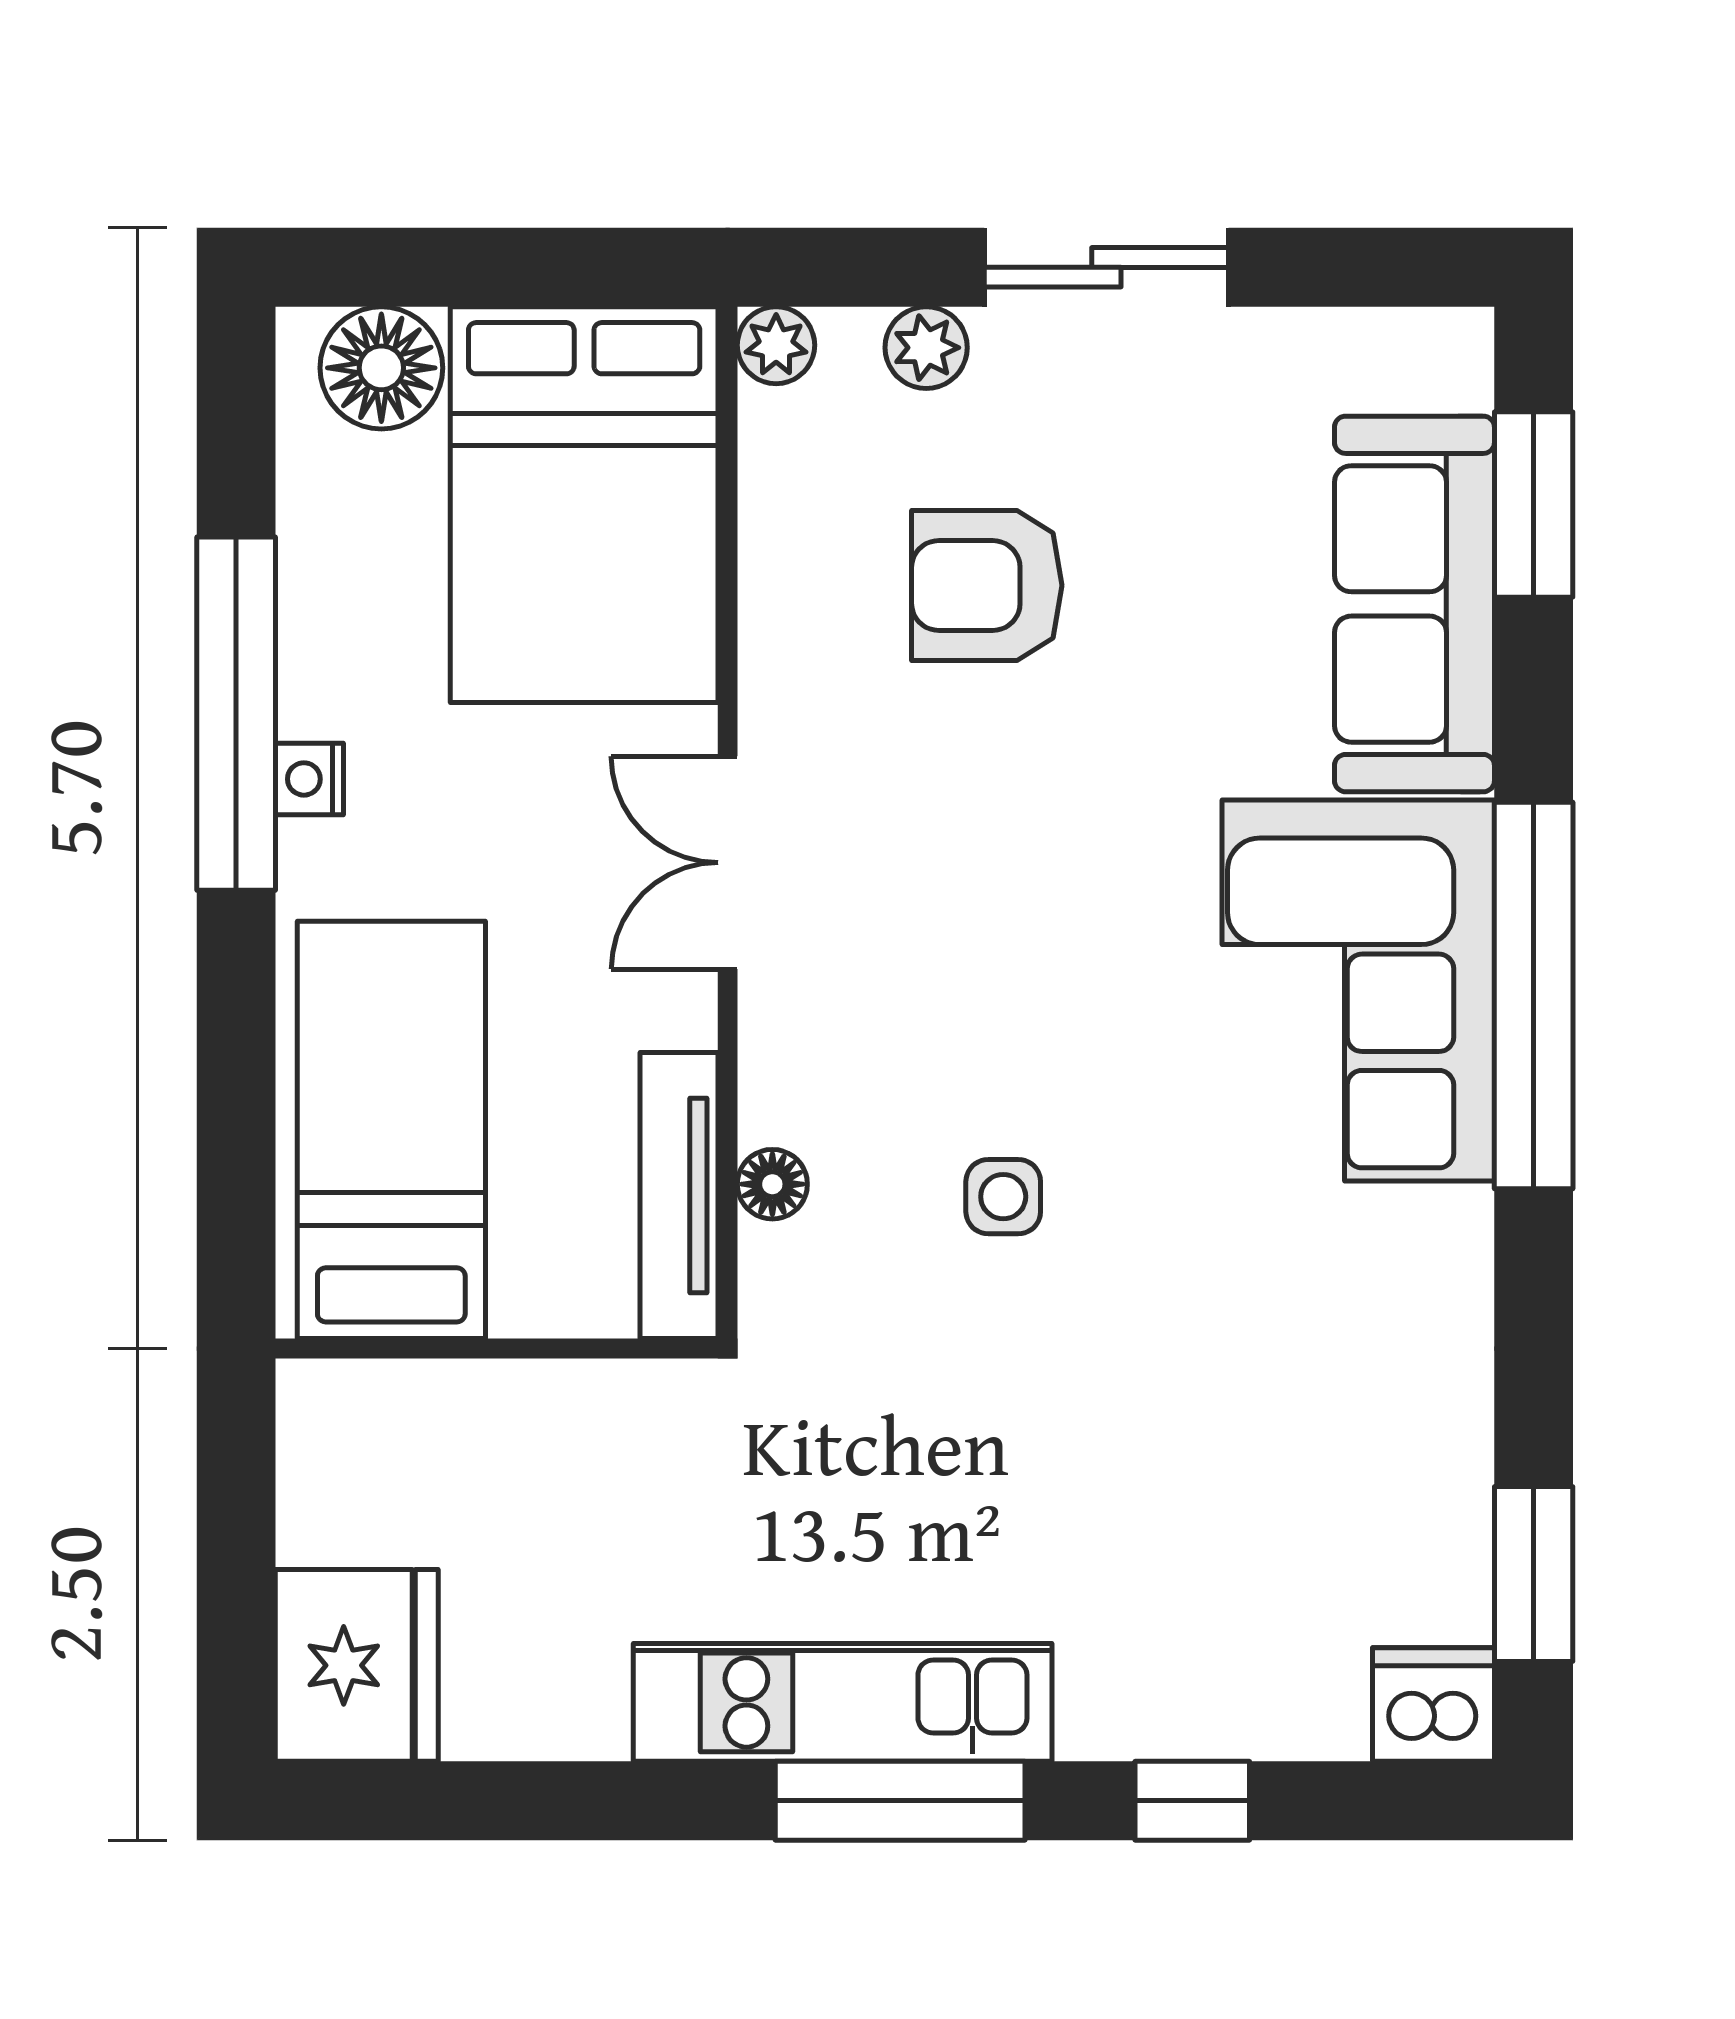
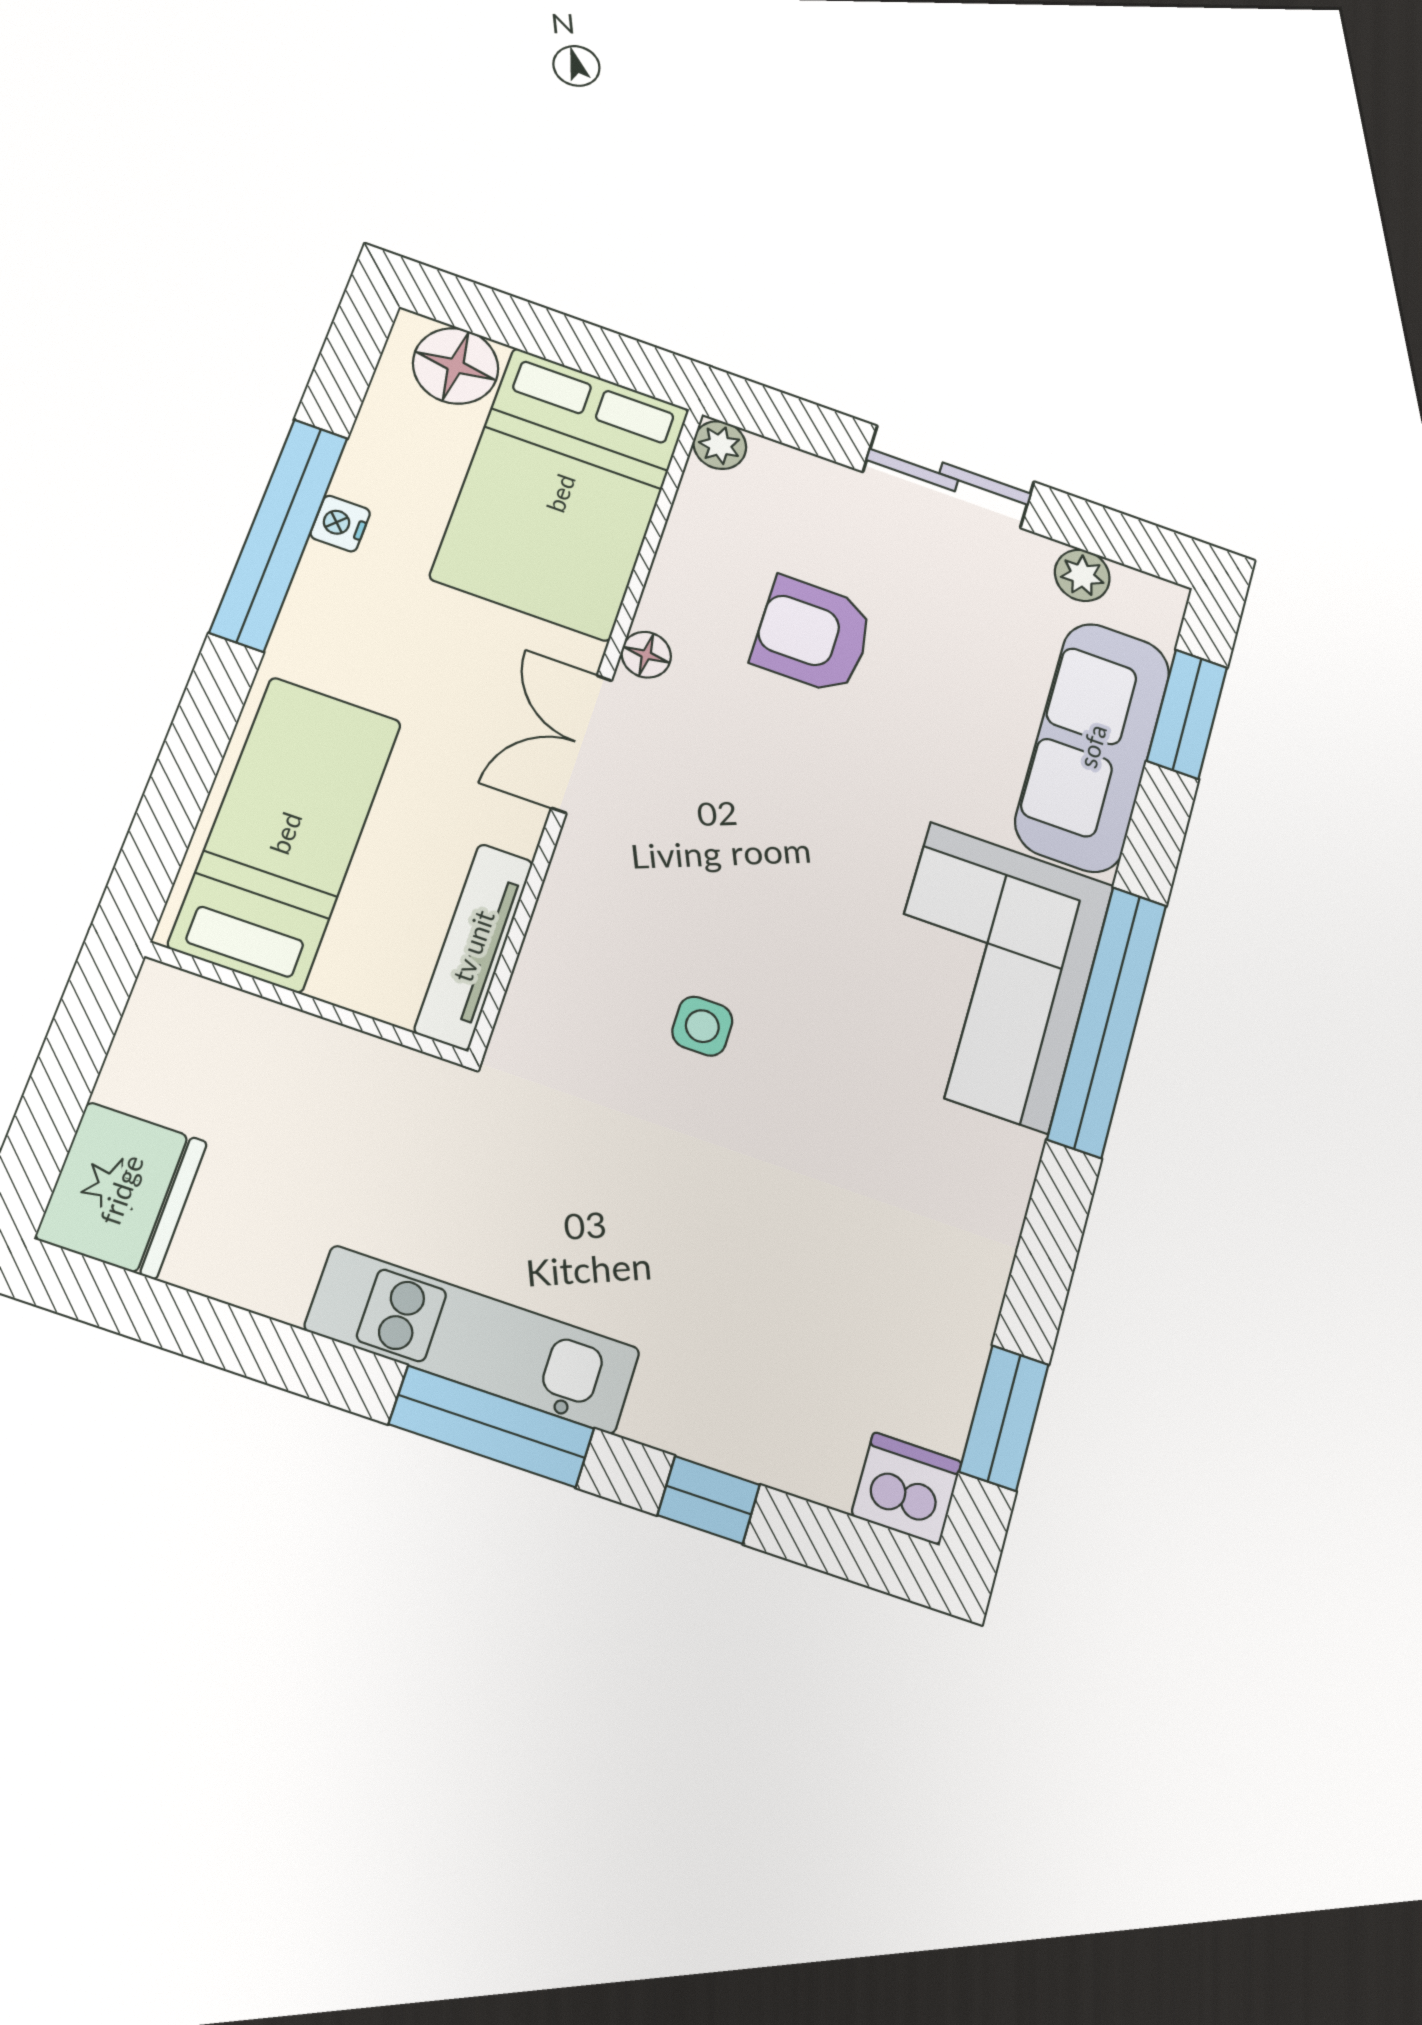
plant: (926, 348) -> (1082, 575), moved
nightstand: (309, 779) -> (340, 524), moved
floor lamp: (772, 1184) -> (646, 655), moved

